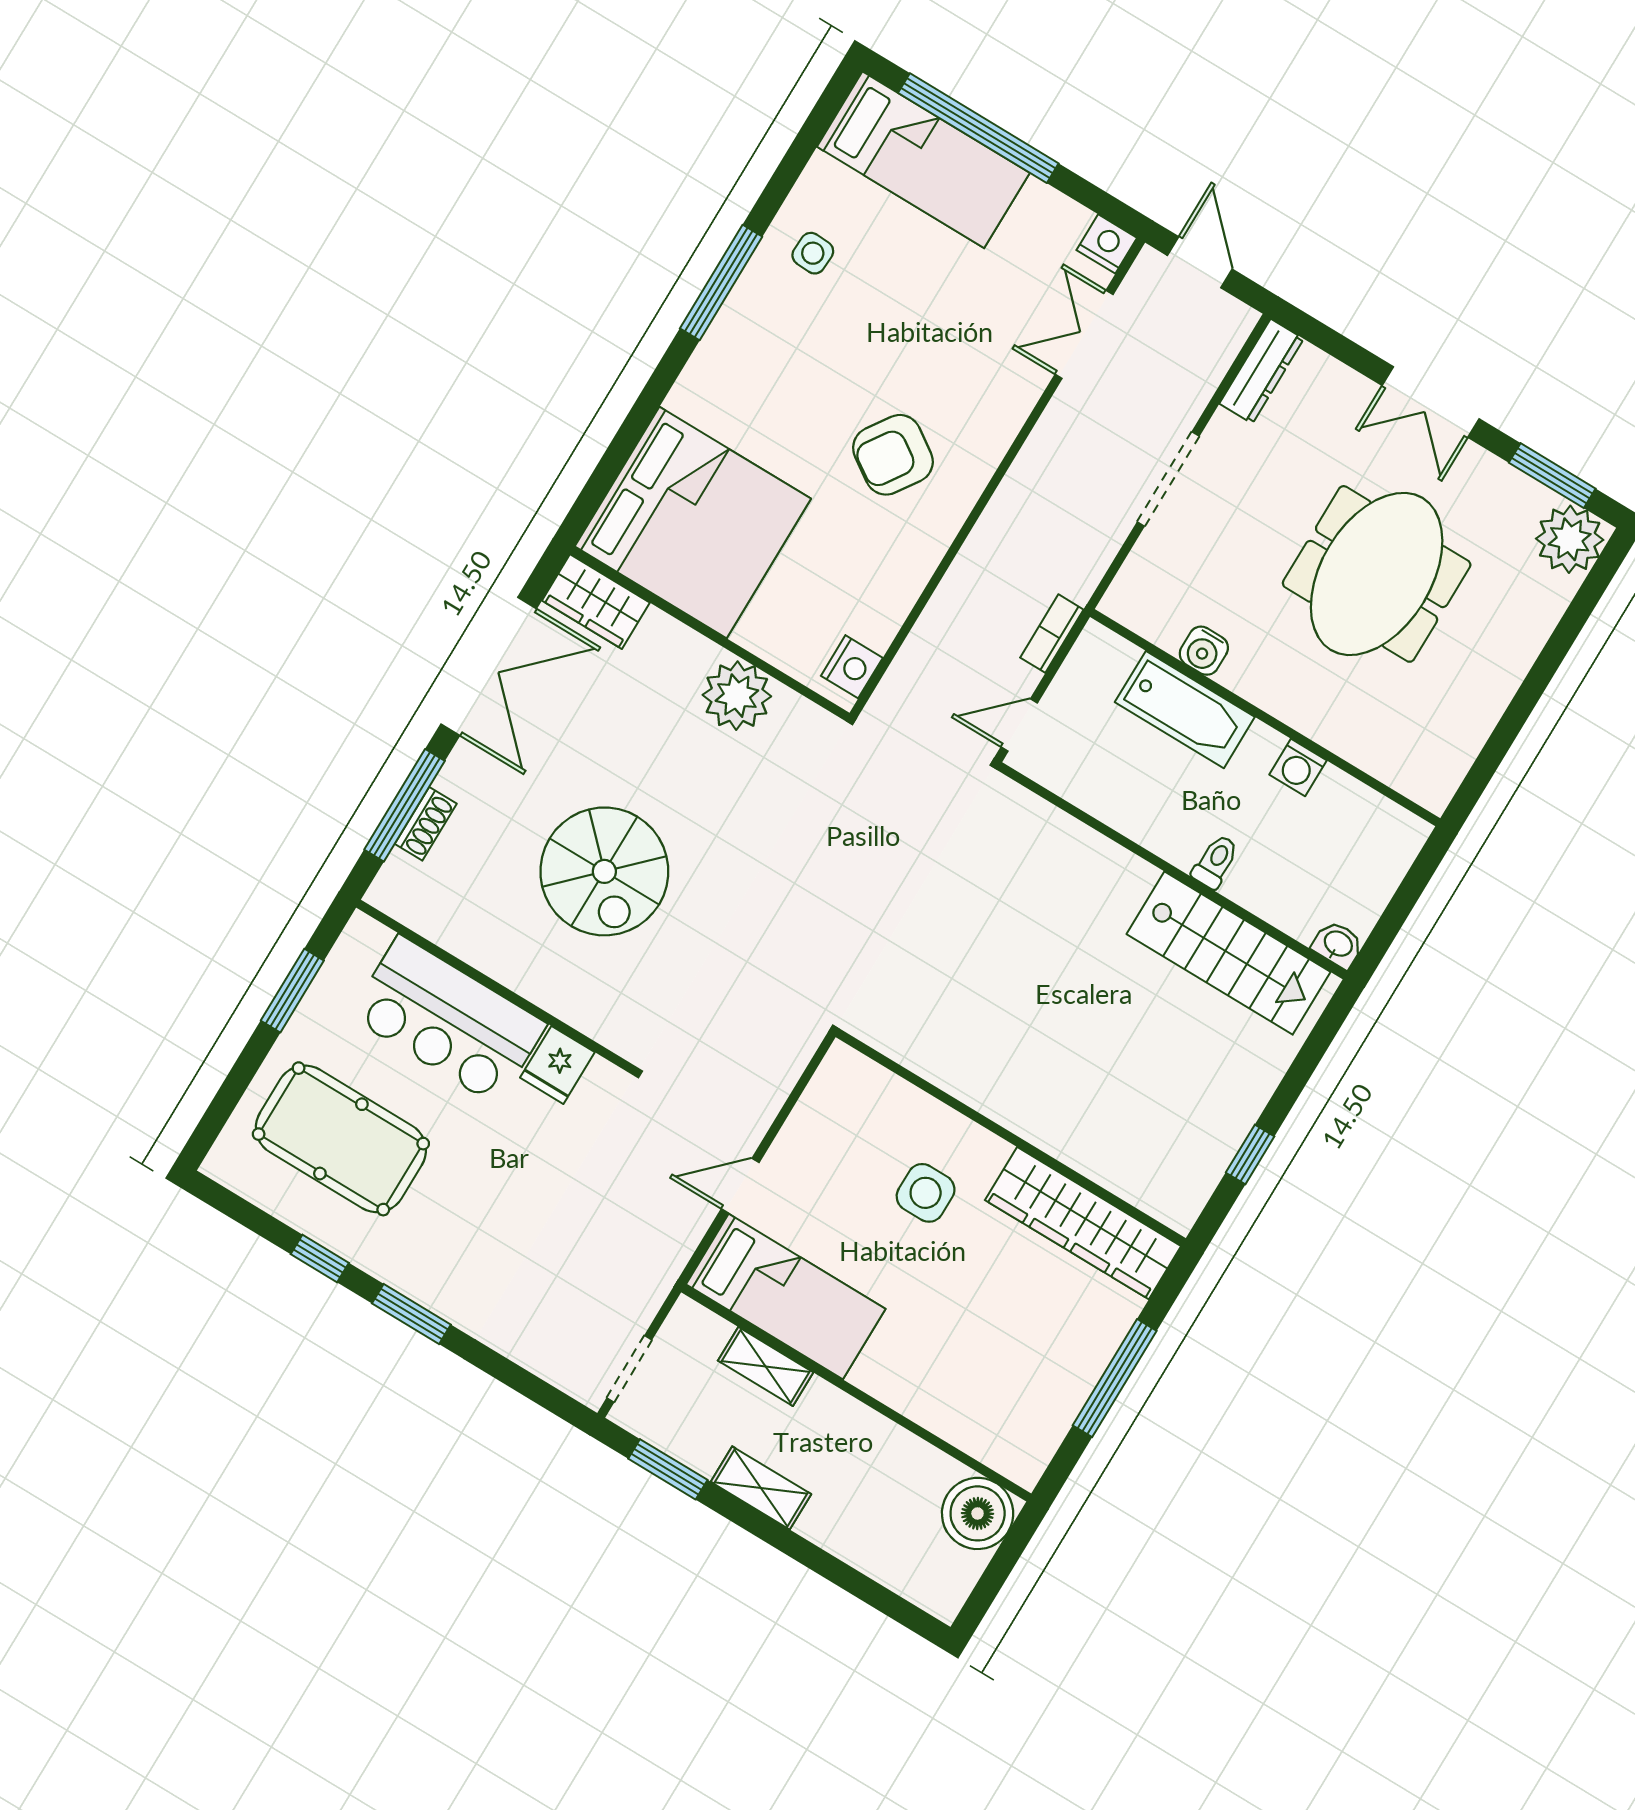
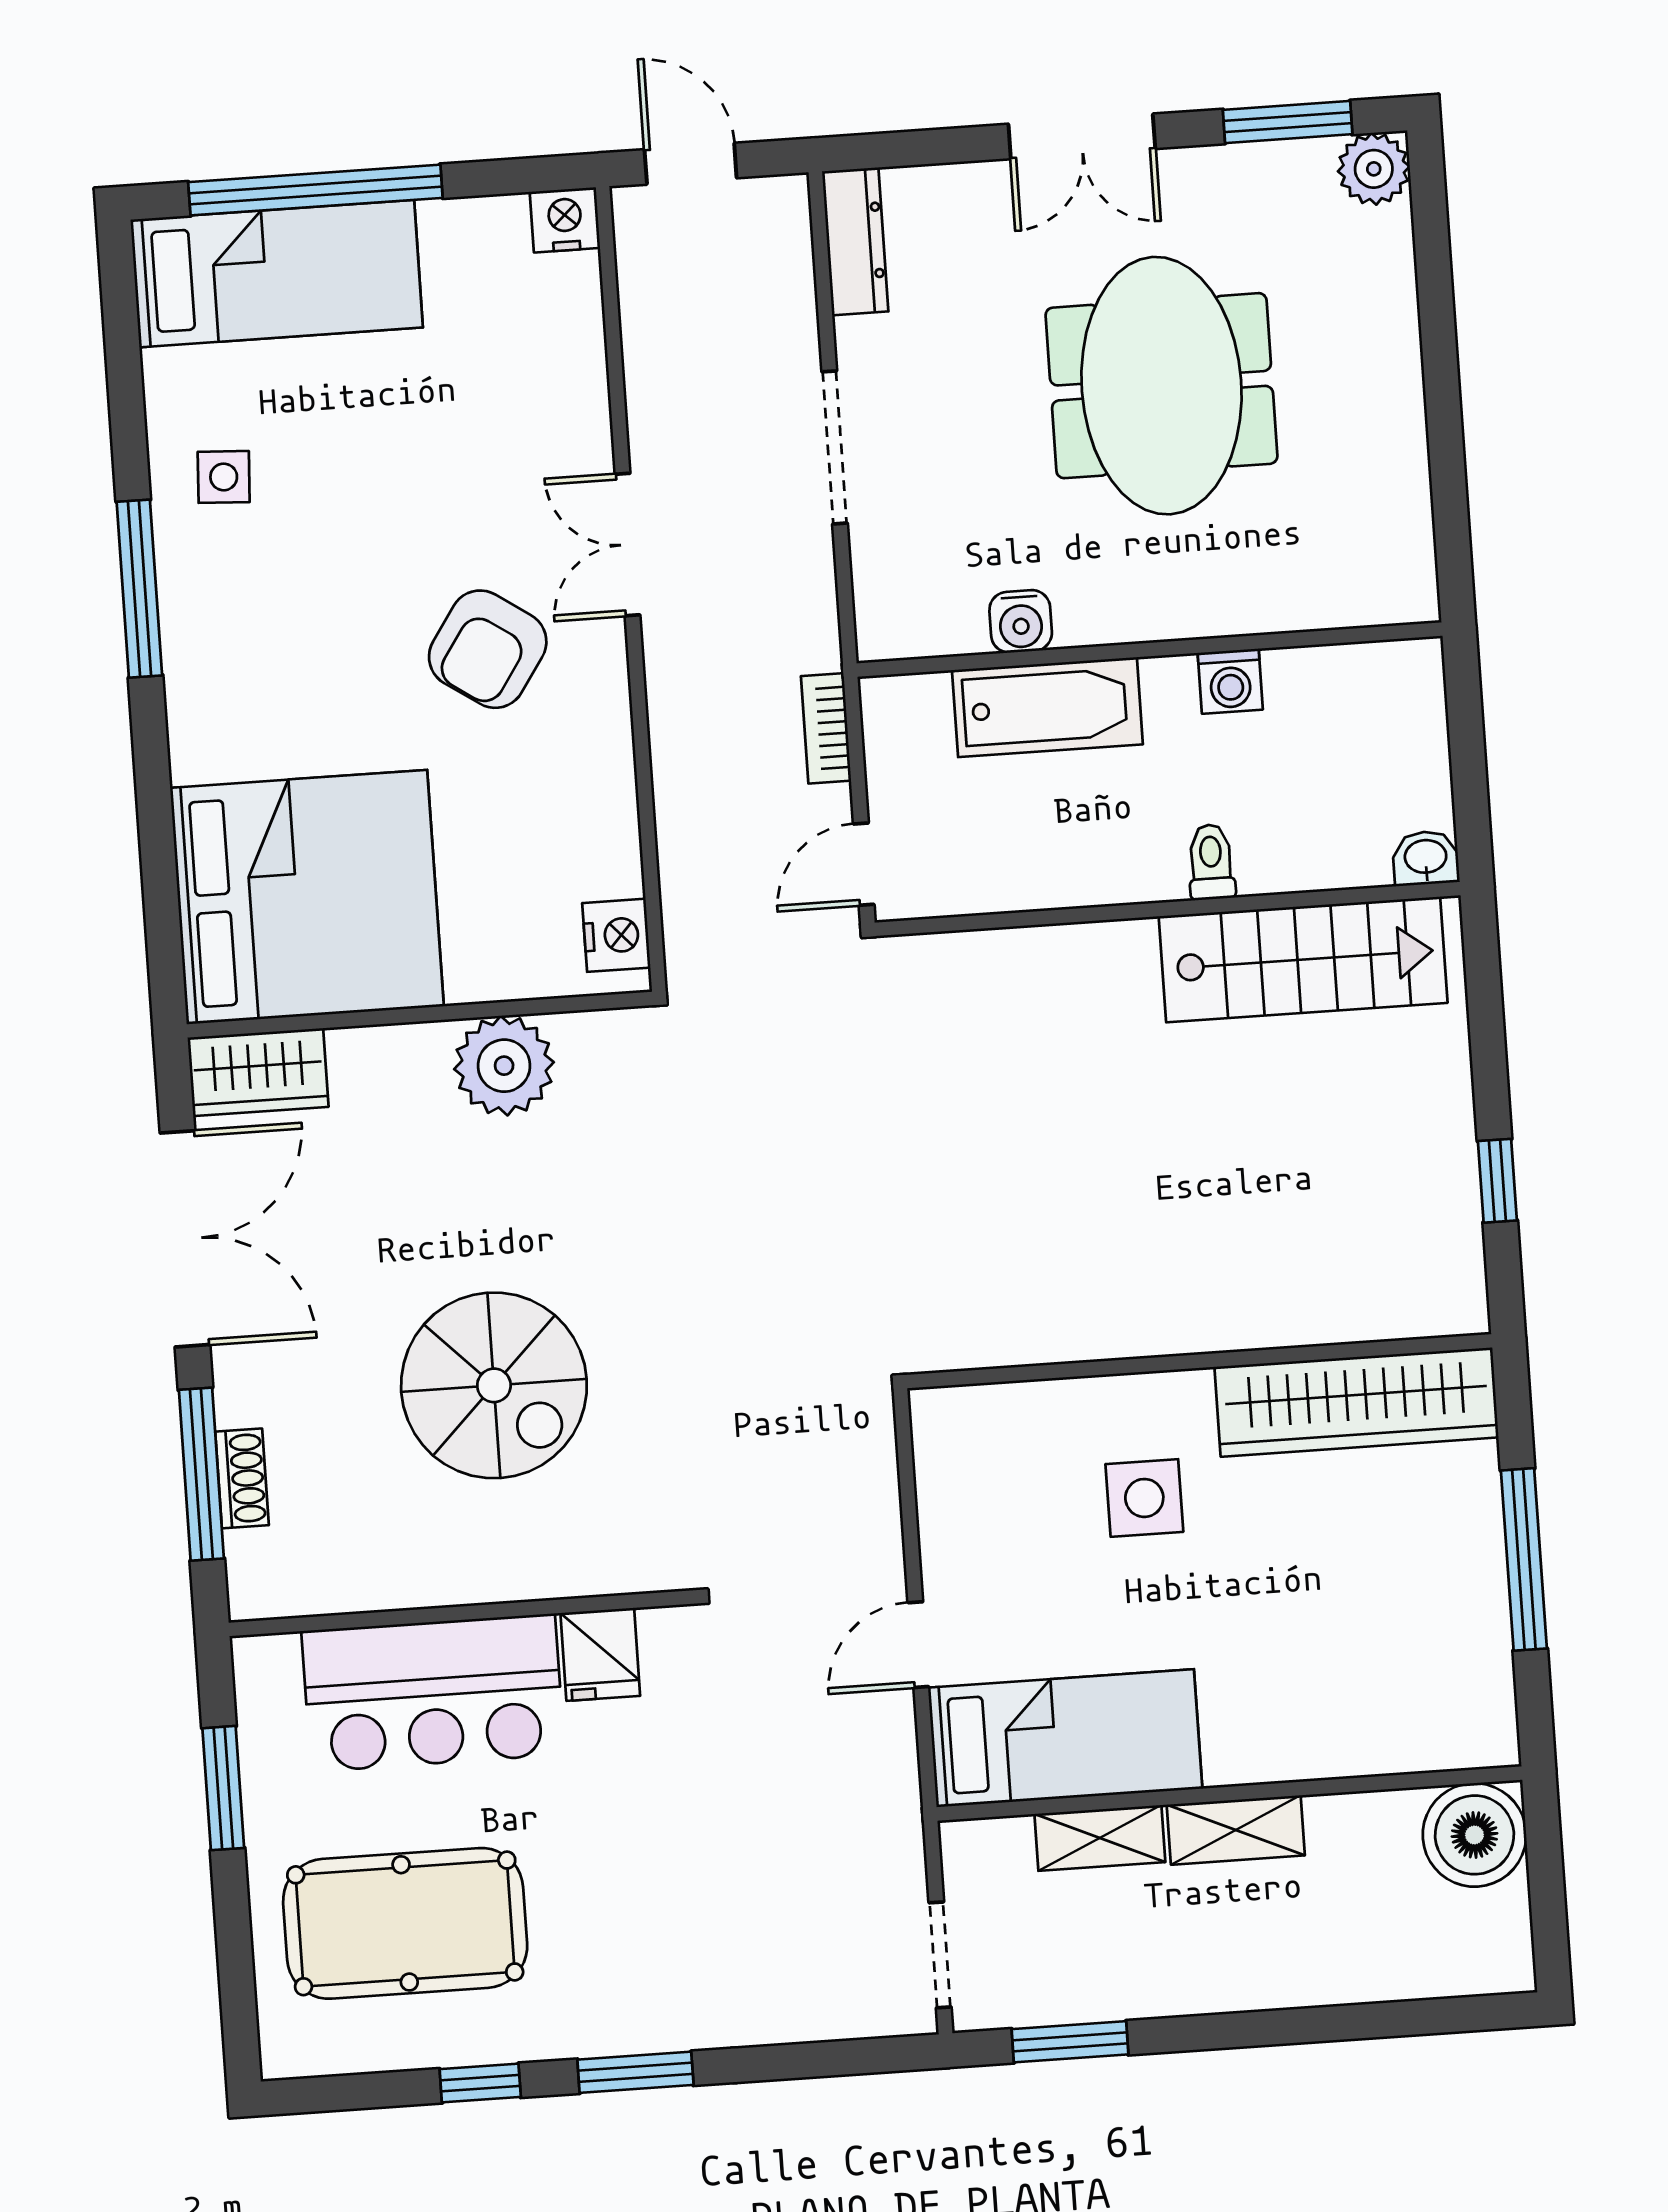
double door: (1084, 334) -> (628, 545), moved
plant: (1570, 539) -> (1374, 169), width x0.73, depth x0.73
shelving: (761, 1488) -> (1236, 1830), moved

